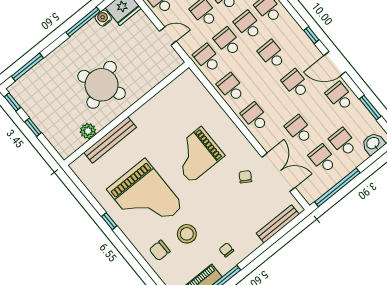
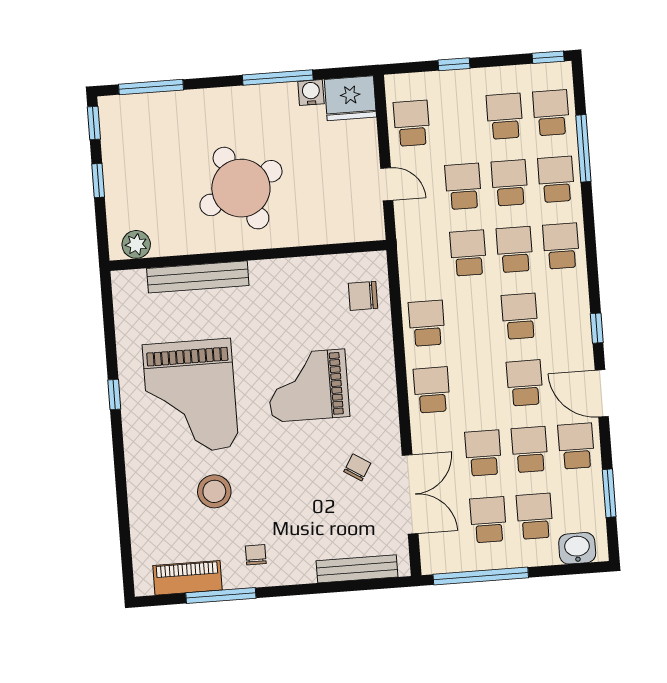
school desk: (207, 58) -> (530, 450), moved
plant: (88, 131) -> (136, 244), moved
chair: (160, 250) -> (363, 296), moved

